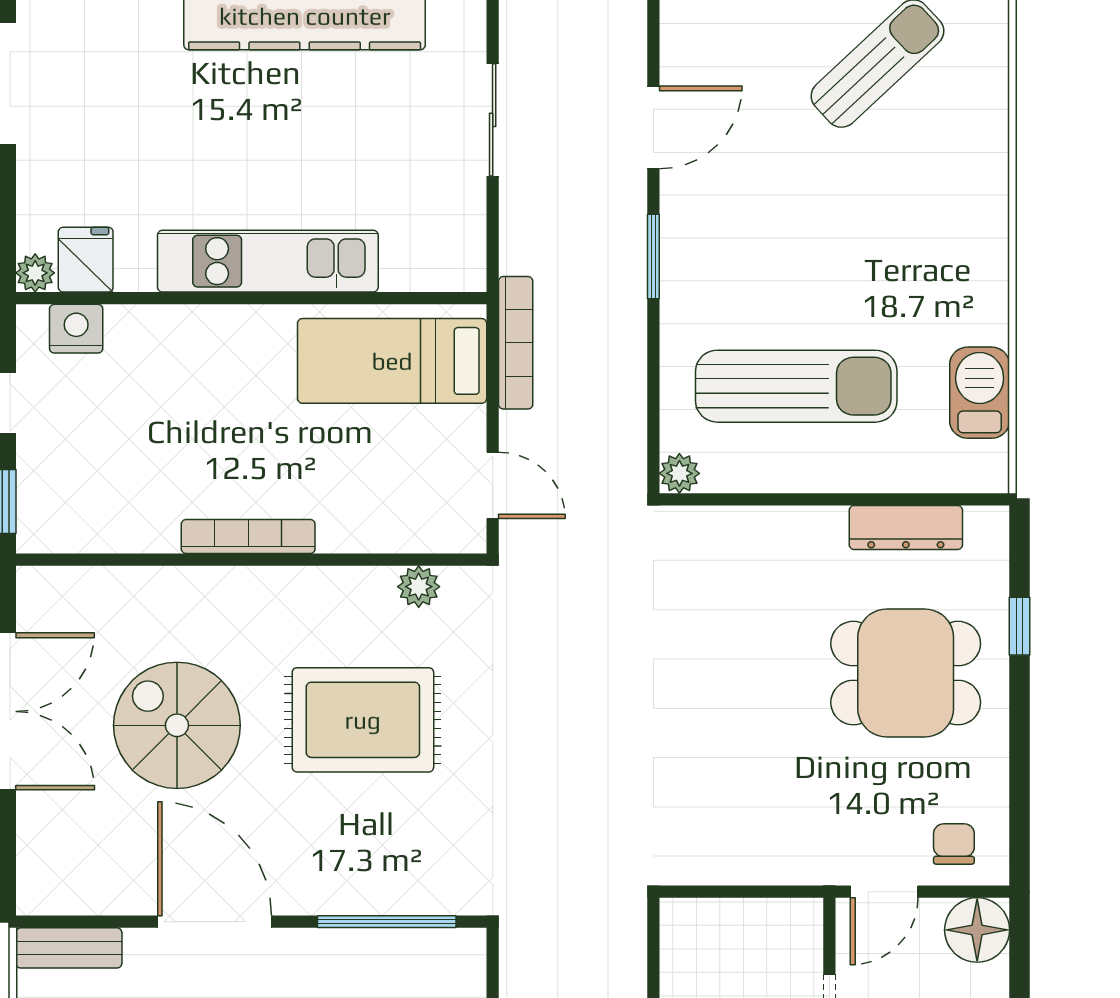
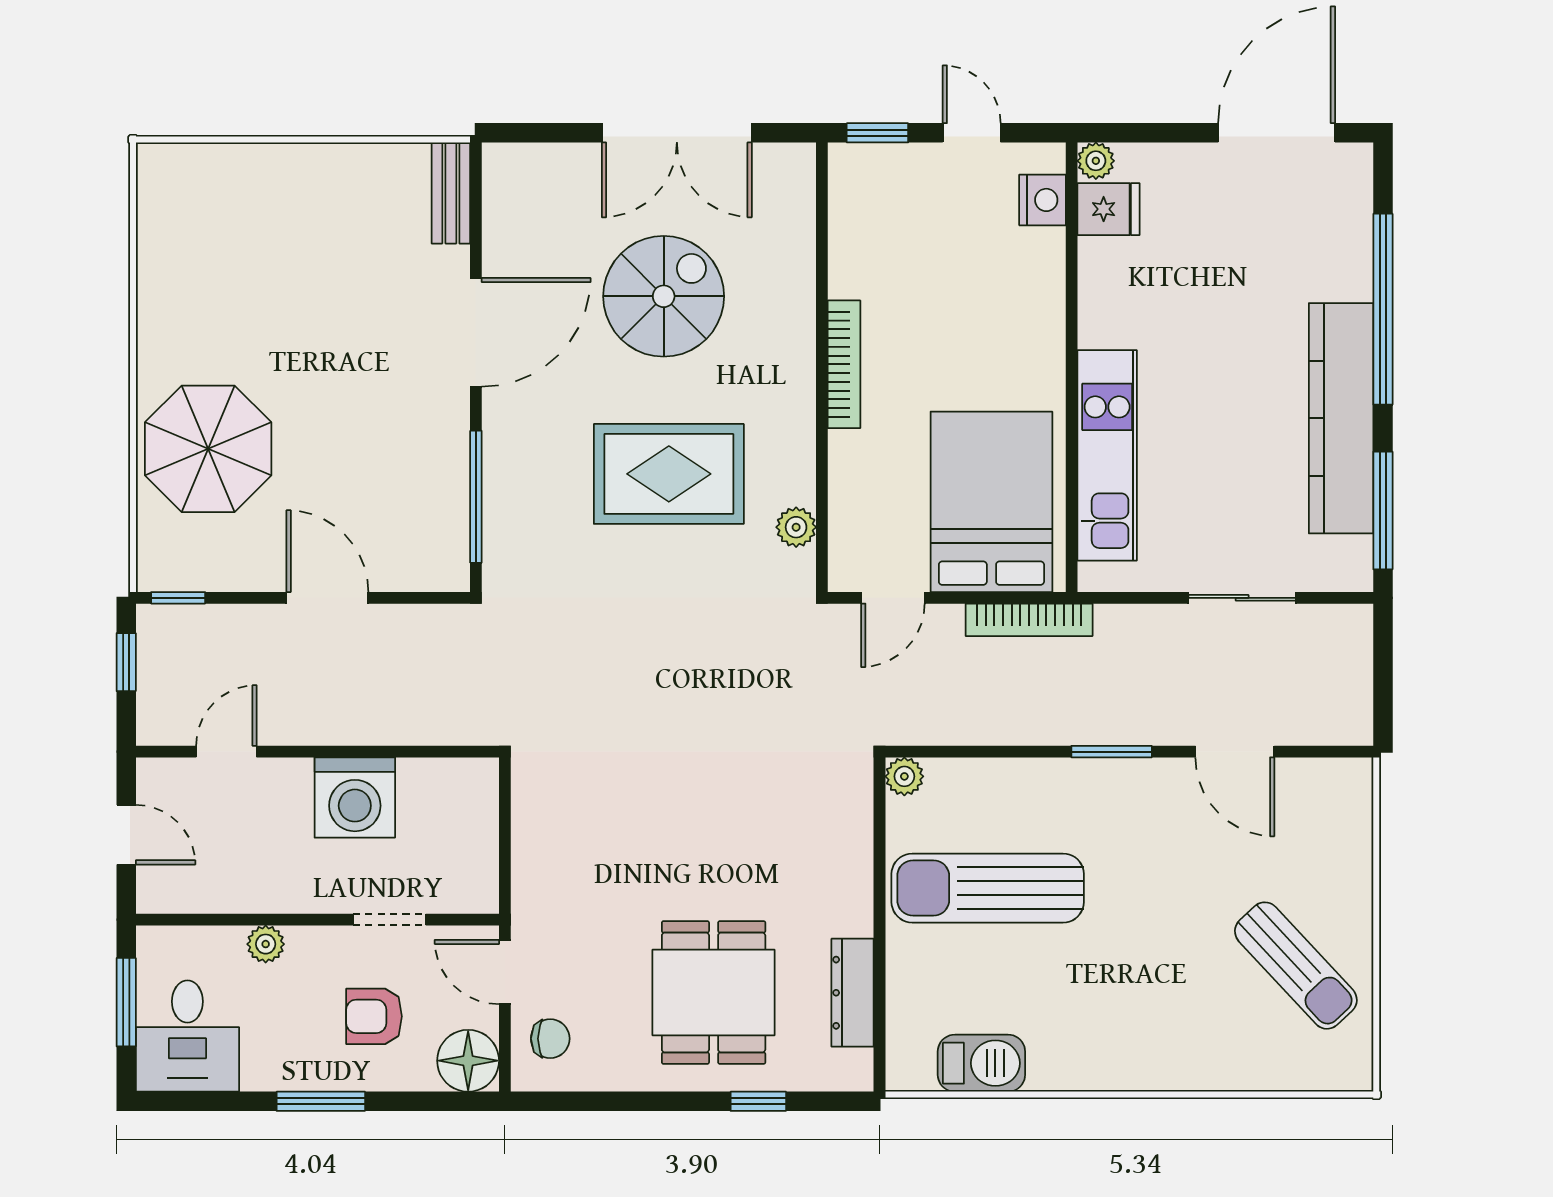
kitchen unit: (268, 261) -> (1107, 455), moved
bed: (392, 361) -> (991, 502), width x1.50
sun lounger: (796, 386) -> (988, 888), turned 90
rug: (363, 720) -> (669, 474), turned 90

